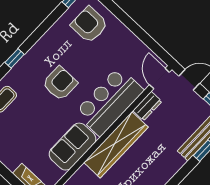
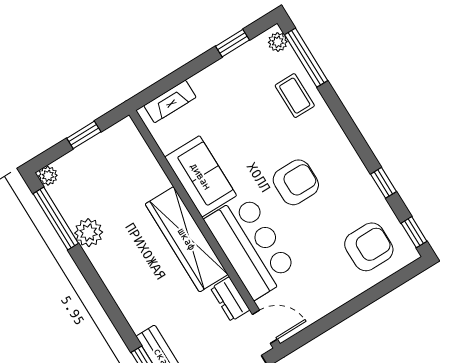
window: (15, 58) -> (383, 183), moved
armchair: (60, 83) -> (296, 182), turned -90

